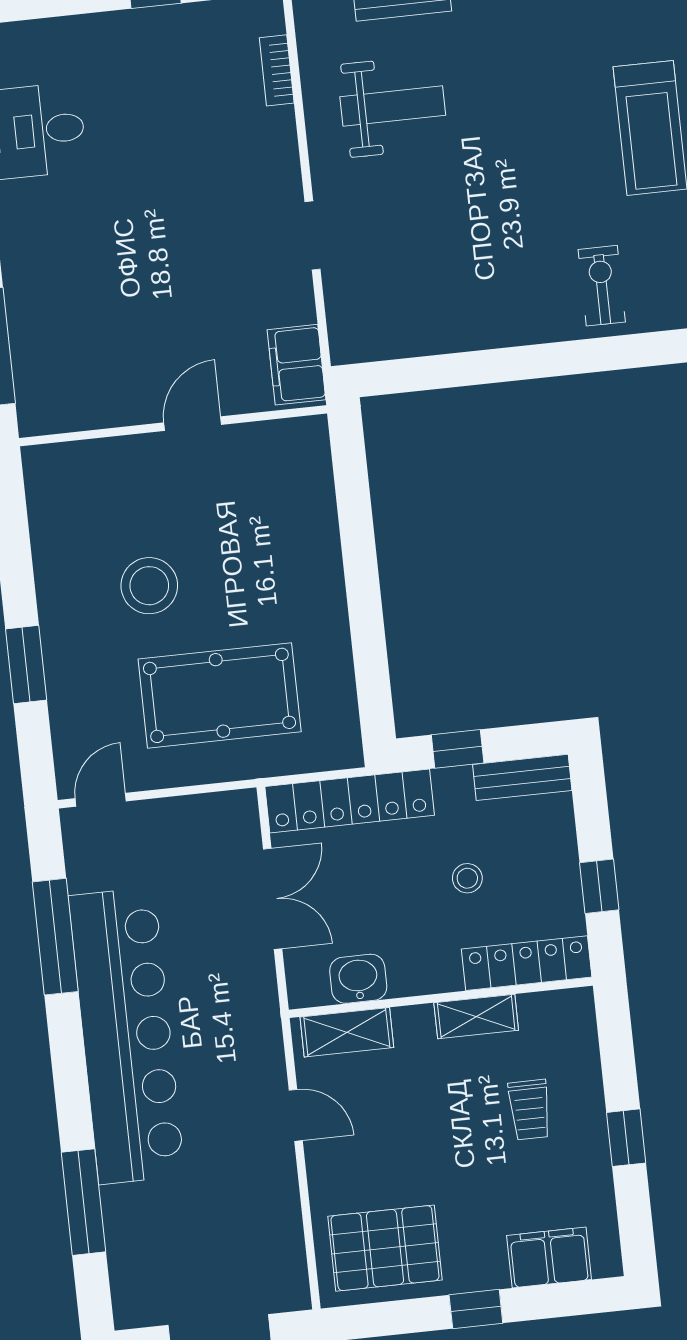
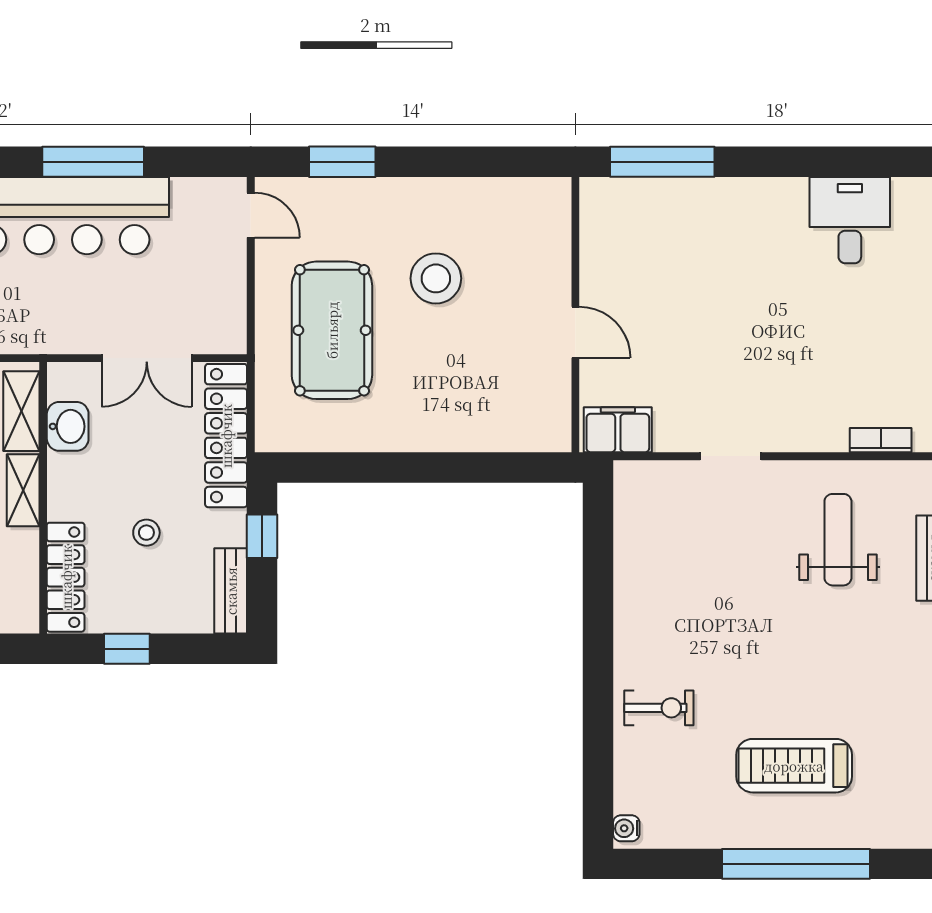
weight bench: (393, 106) -> (838, 540), turned 180
window: (26, 665) -> (342, 162), moved
window: (55, 937) -> (93, 162), moved
shelving: (476, 1016) -> (23, 490), moved

